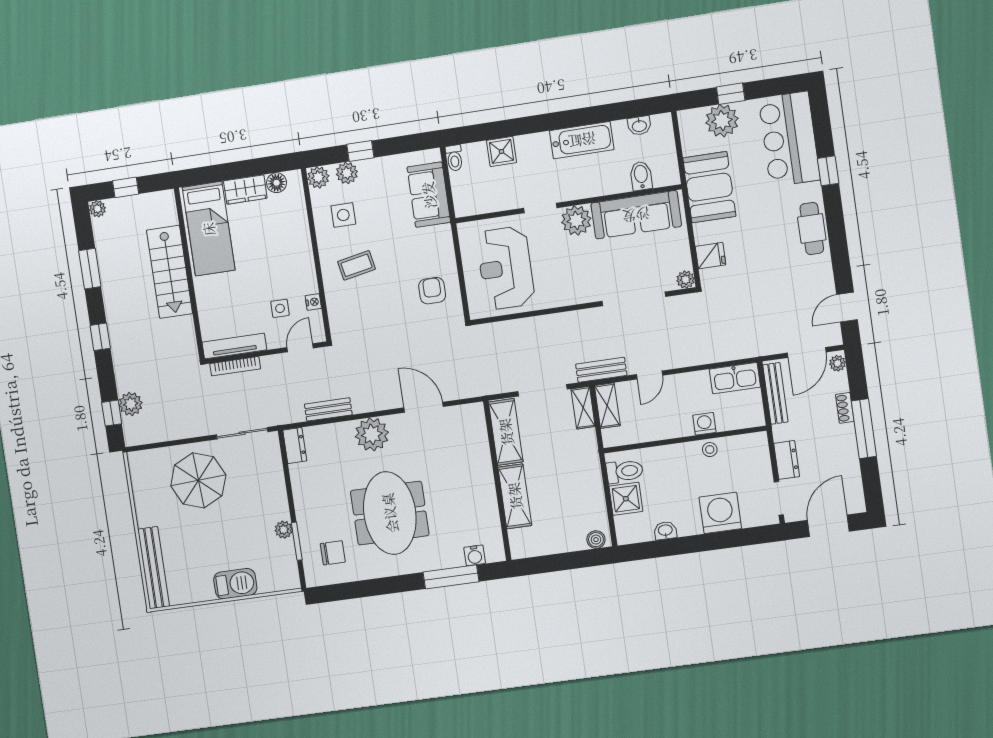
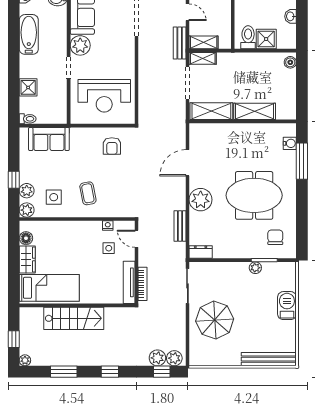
armchair: (432, 291) -> (112, 146), turned -90
plant: (134, 429) -> (174, 358), added

